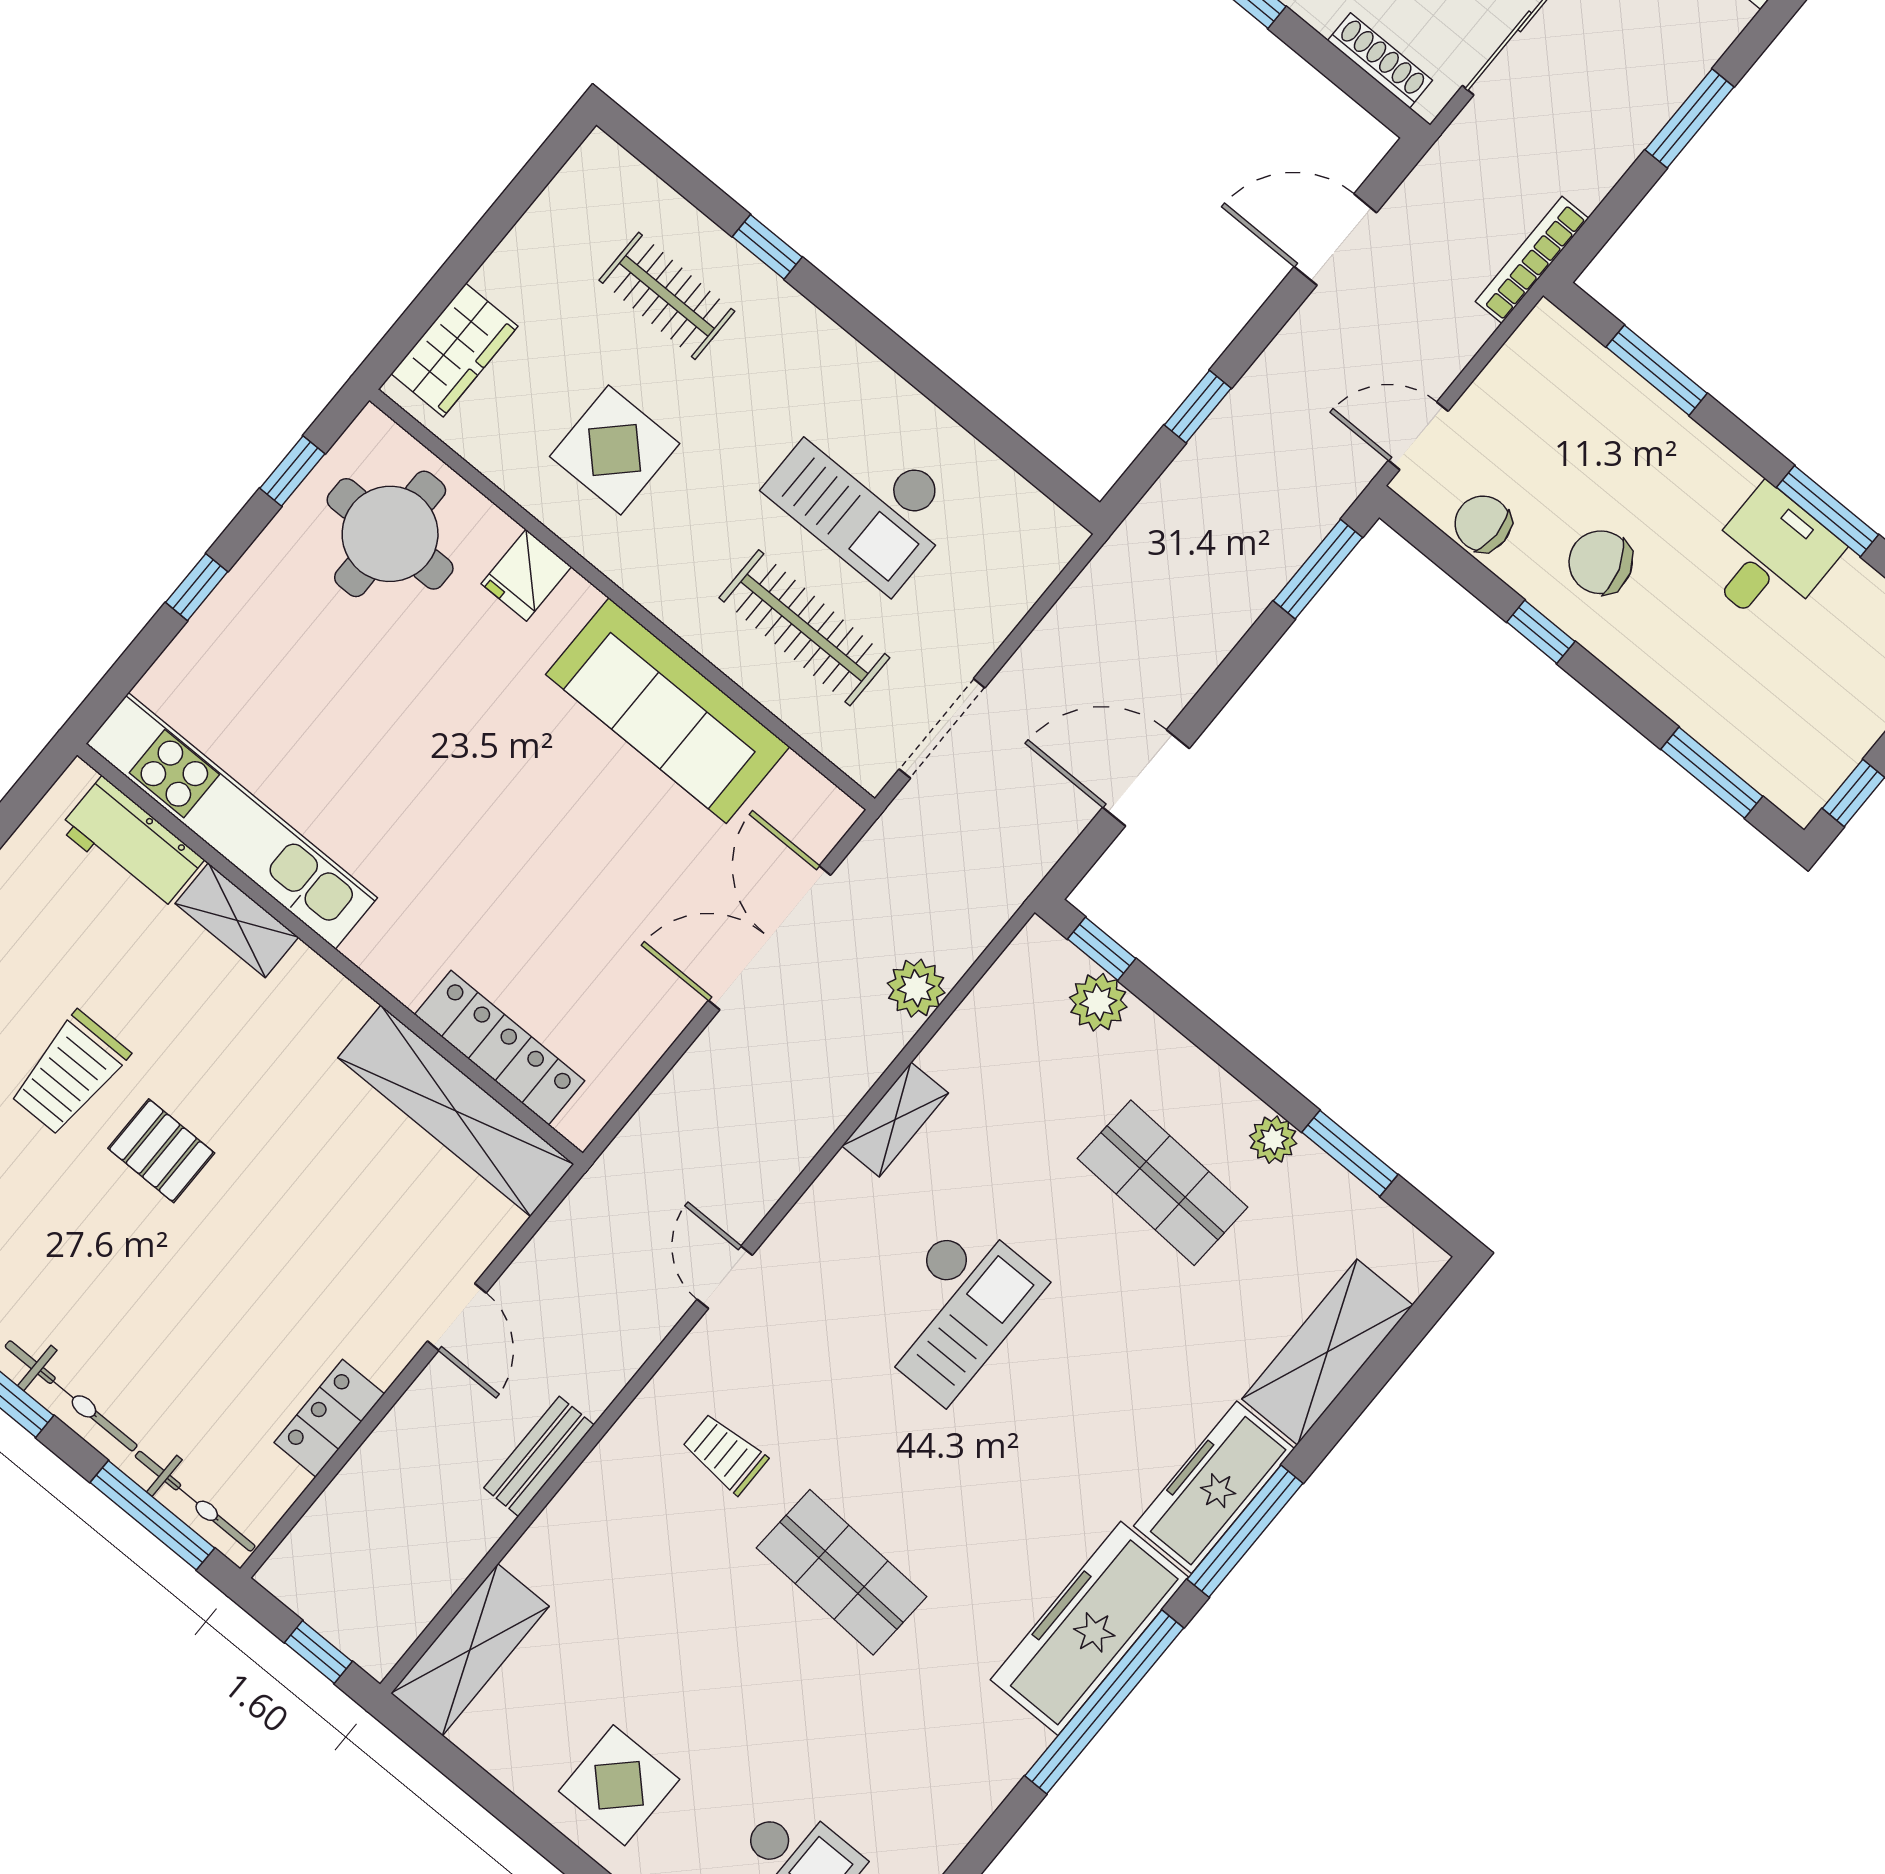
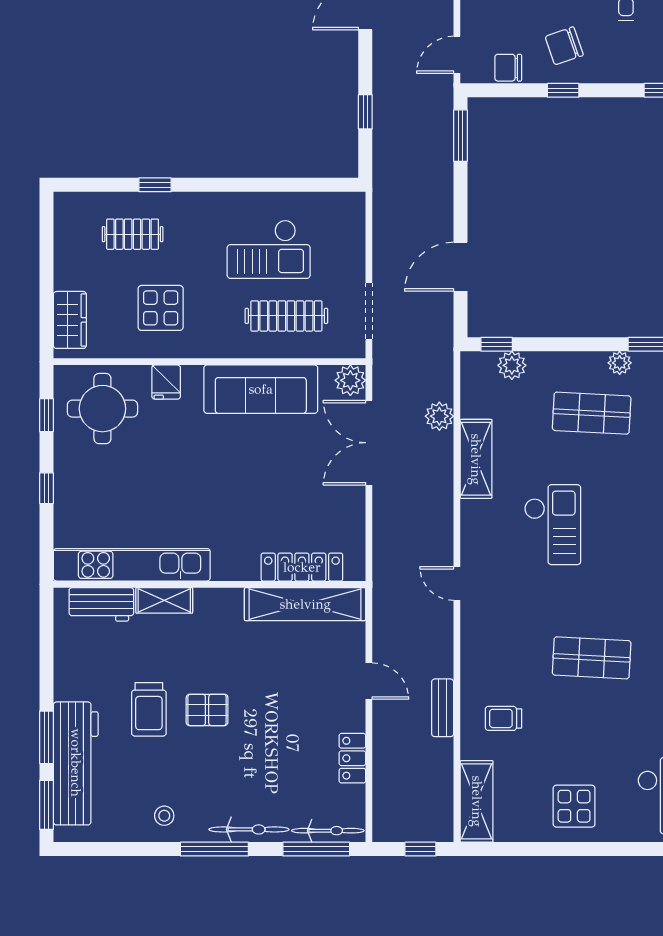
plant: (822, 814) -> (350, 380), added
shelving: (895, 1120) -> (476, 459), width x1.50, depth x1.33
trolley: (725, 1454) -> (503, 718), moved

